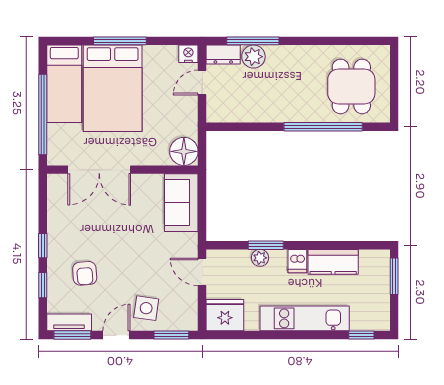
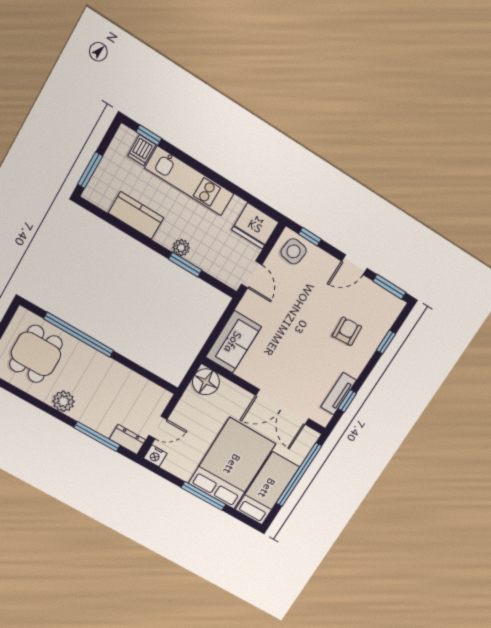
plant: (253, 57) -> (63, 401), moved
double door: (99, 170) -> (282, 407), swing flipped
window: (43, 246) -> (347, 401), moved
plant: (260, 258) -> (181, 248), moved
dishwasher: (297, 261) -> (142, 150), moved, turned 180
side table: (146, 308) -> (294, 251), moved
tv unit: (69, 322) -> (338, 394), moved, turned 90
window: (171, 335) -> (310, 237), width x0.67

